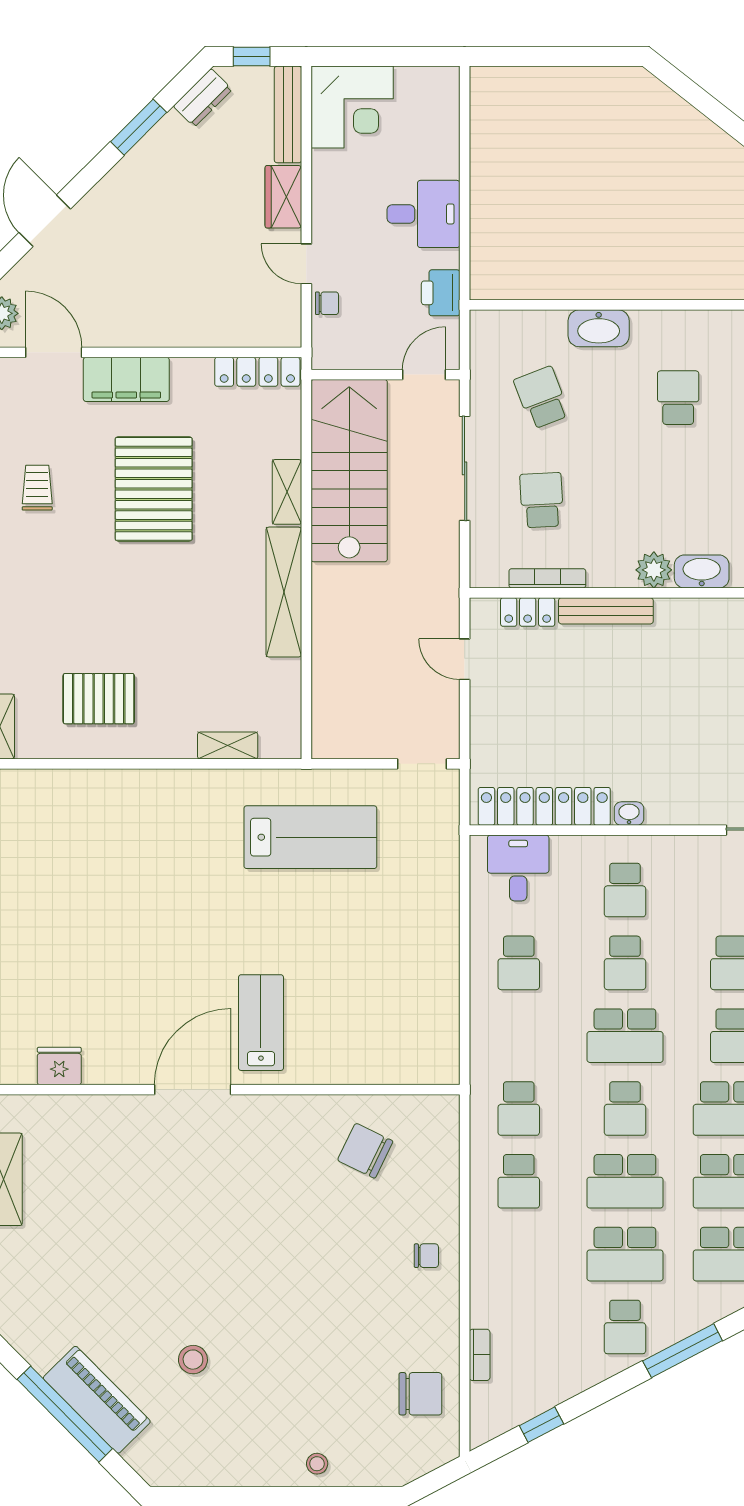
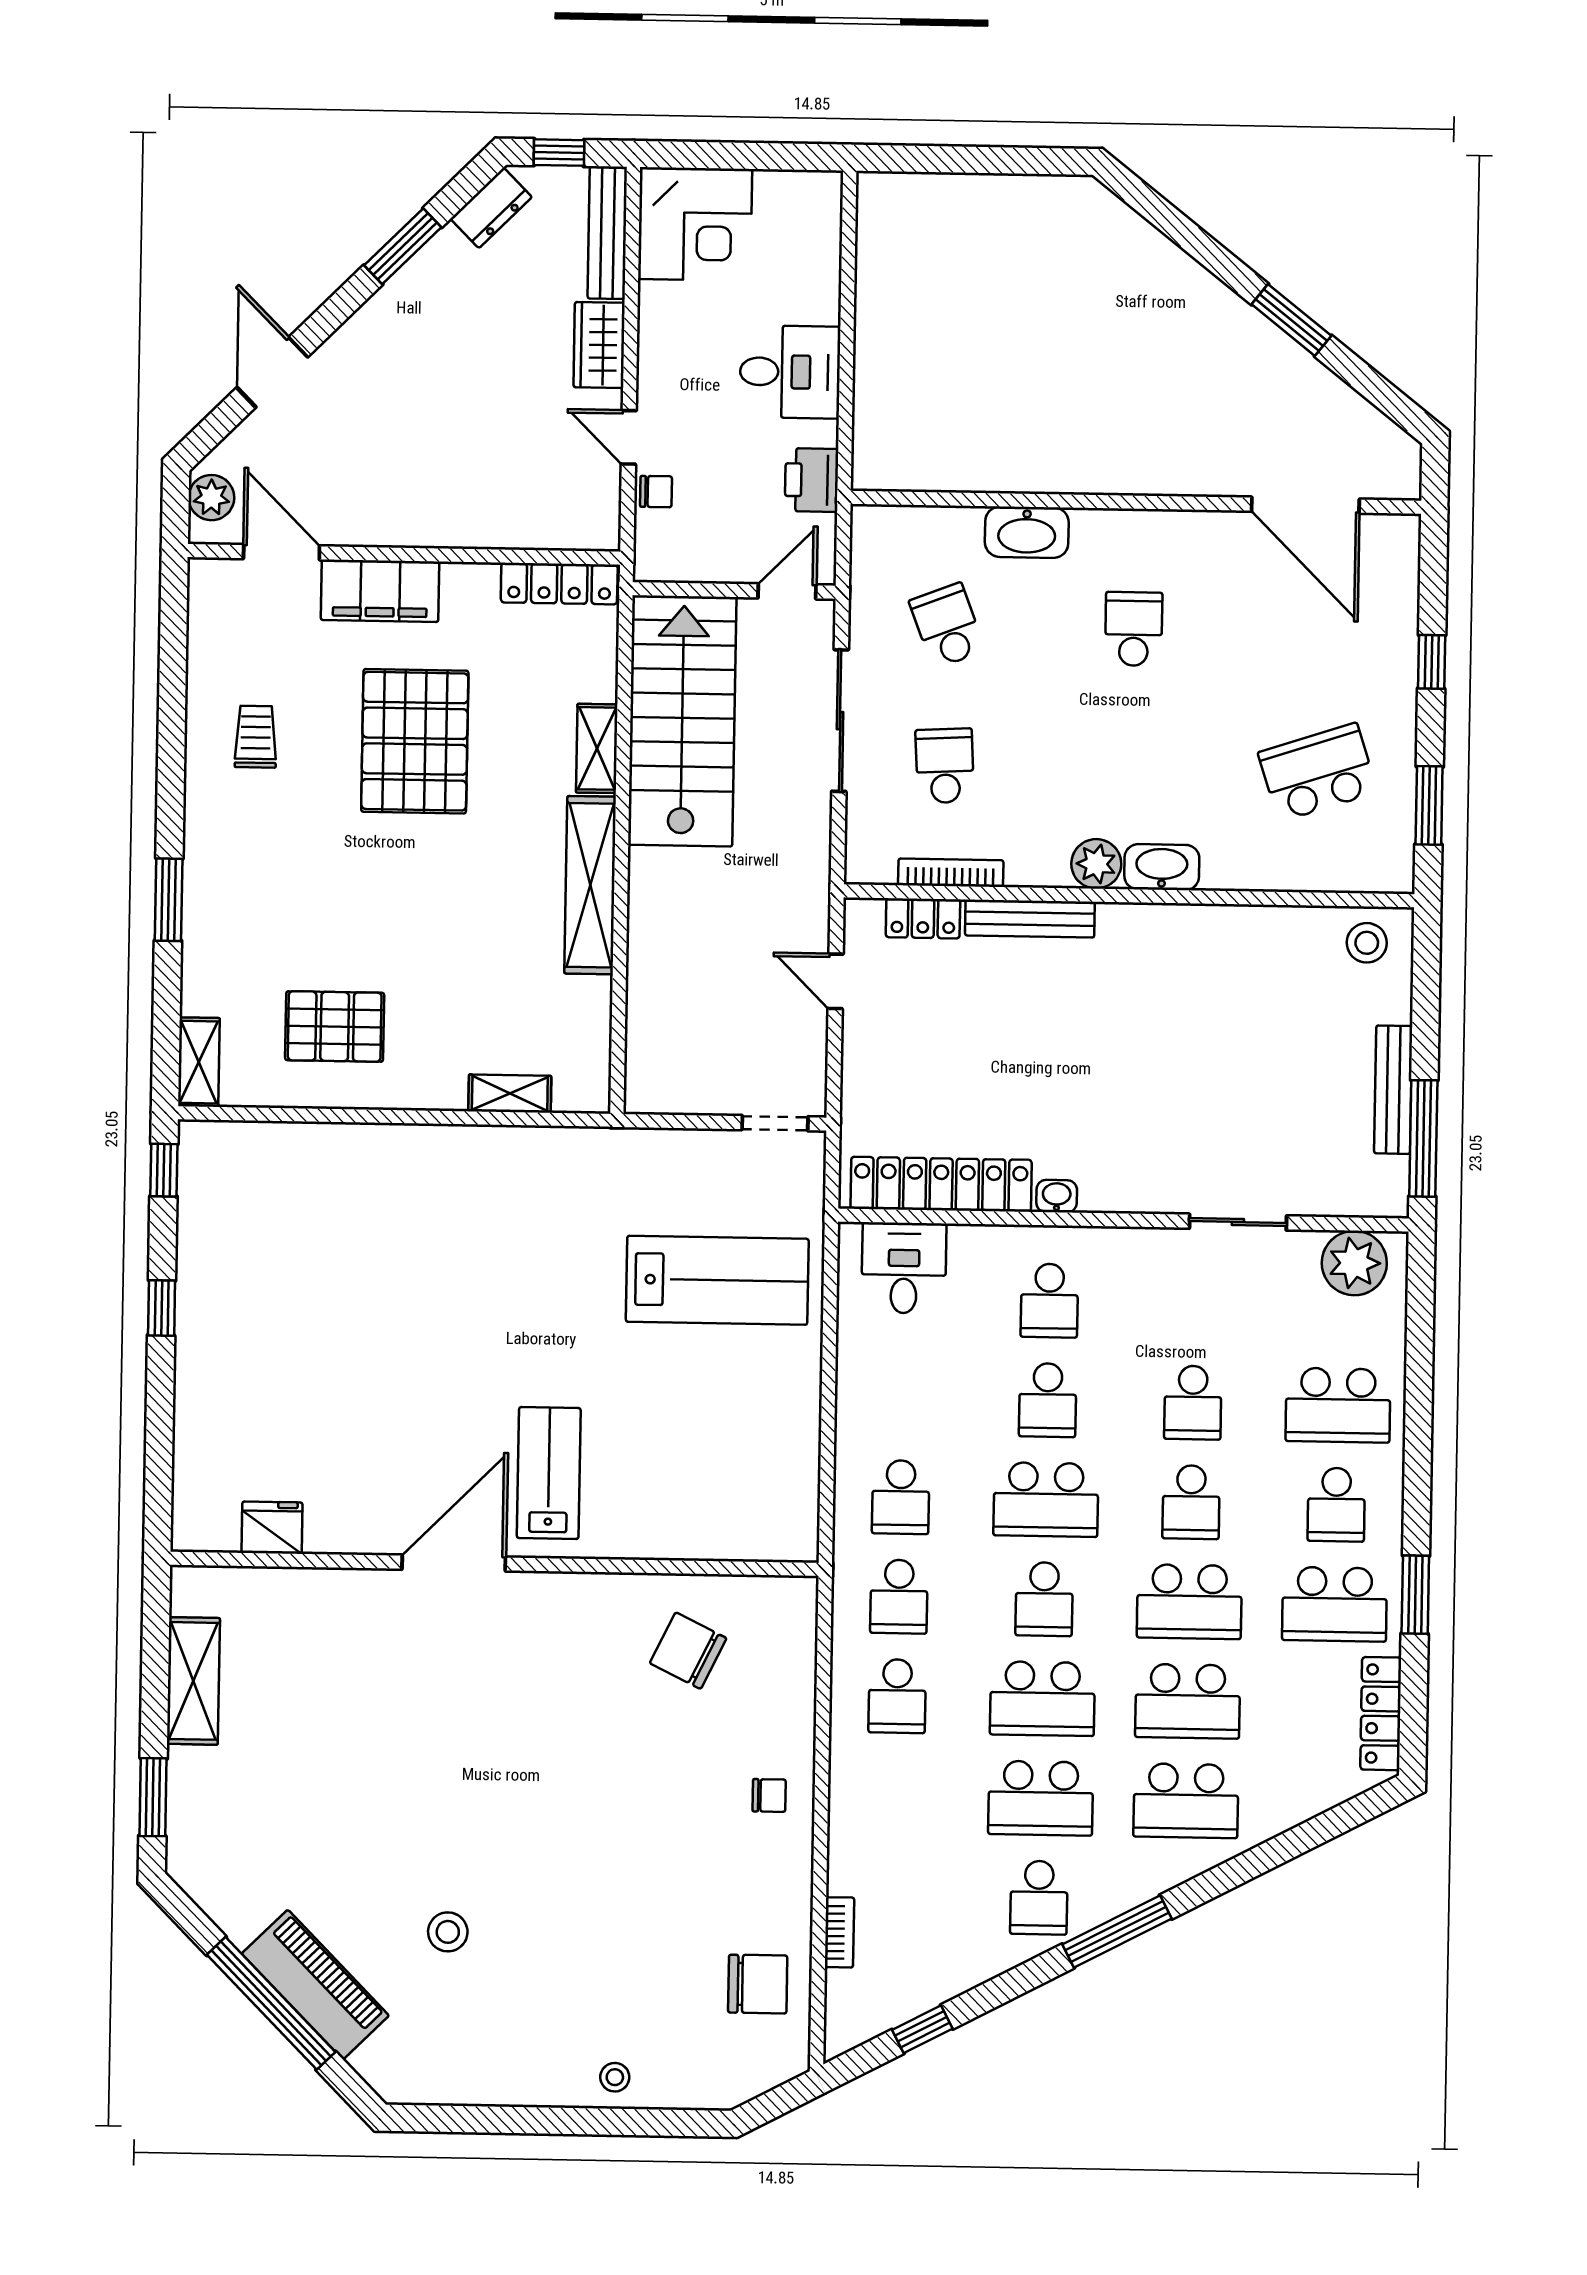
lab bench: (310, 837) -> (717, 1280), moved
school desk: (519, 963) -> (901, 1497), moved

